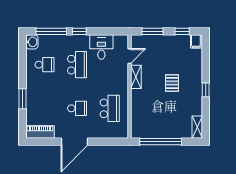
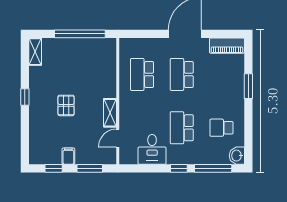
filing cabinet: (196, 41) -> (68, 156), moved
school desk: (77, 108) -> (182, 74), width x1.85

